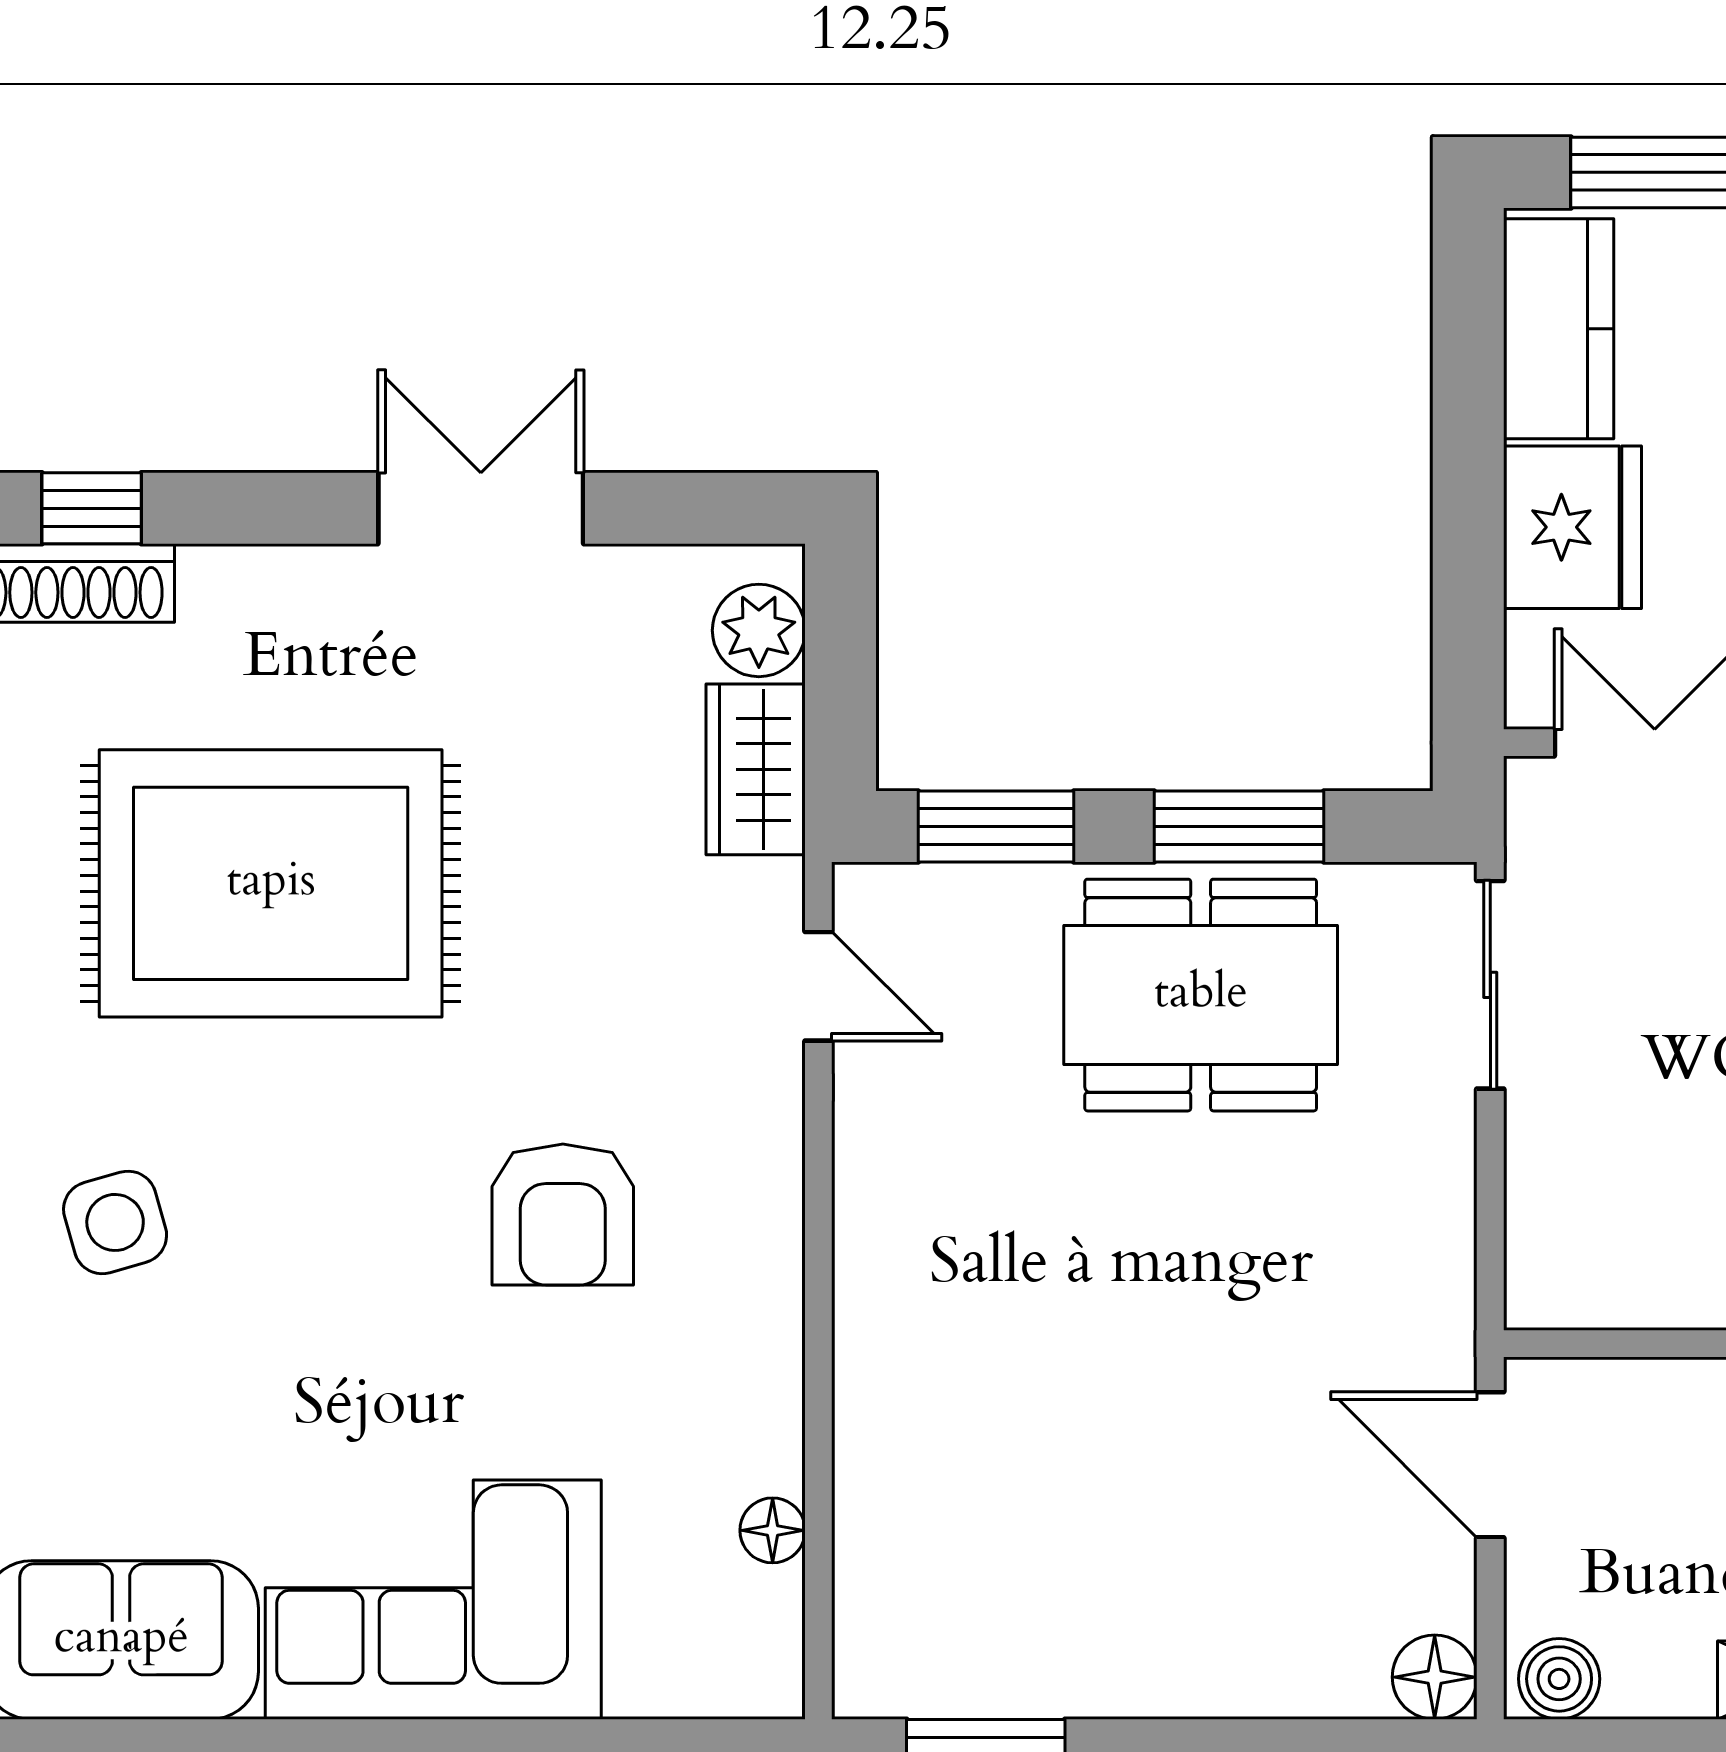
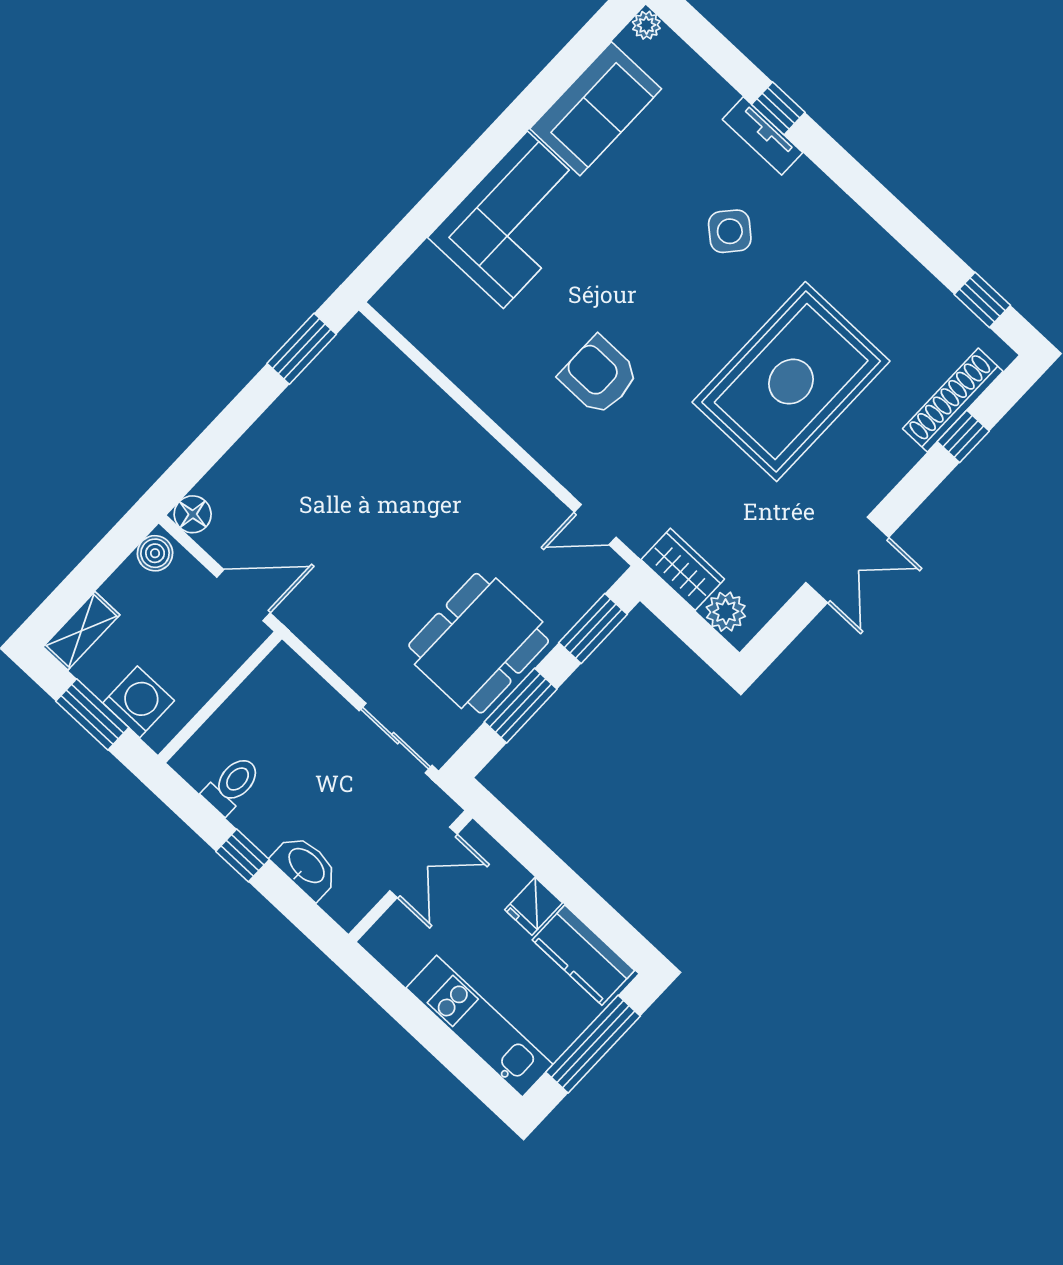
fridge: (1572, 527) -> (534, 906), width x0.53, depth x0.75
side table: (115, 1222) -> (730, 231), turned -33
floor lamp: (773, 1530) -> (436, 348), removed

